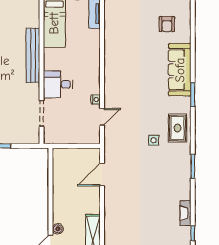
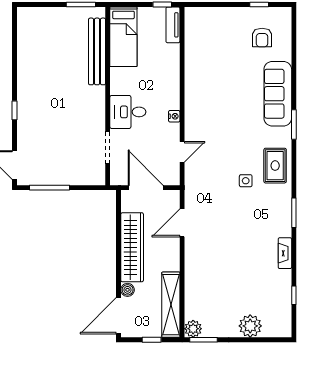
bench: (33, 55) -> (97, 51), moved
nightstand: (96, 100) -> (174, 116), moved
door: (72, 146) -> (146, 188), added
wardrobe: (61, 194) -> (132, 247), added
fireplace: (185, 213) -> (285, 253), moved

